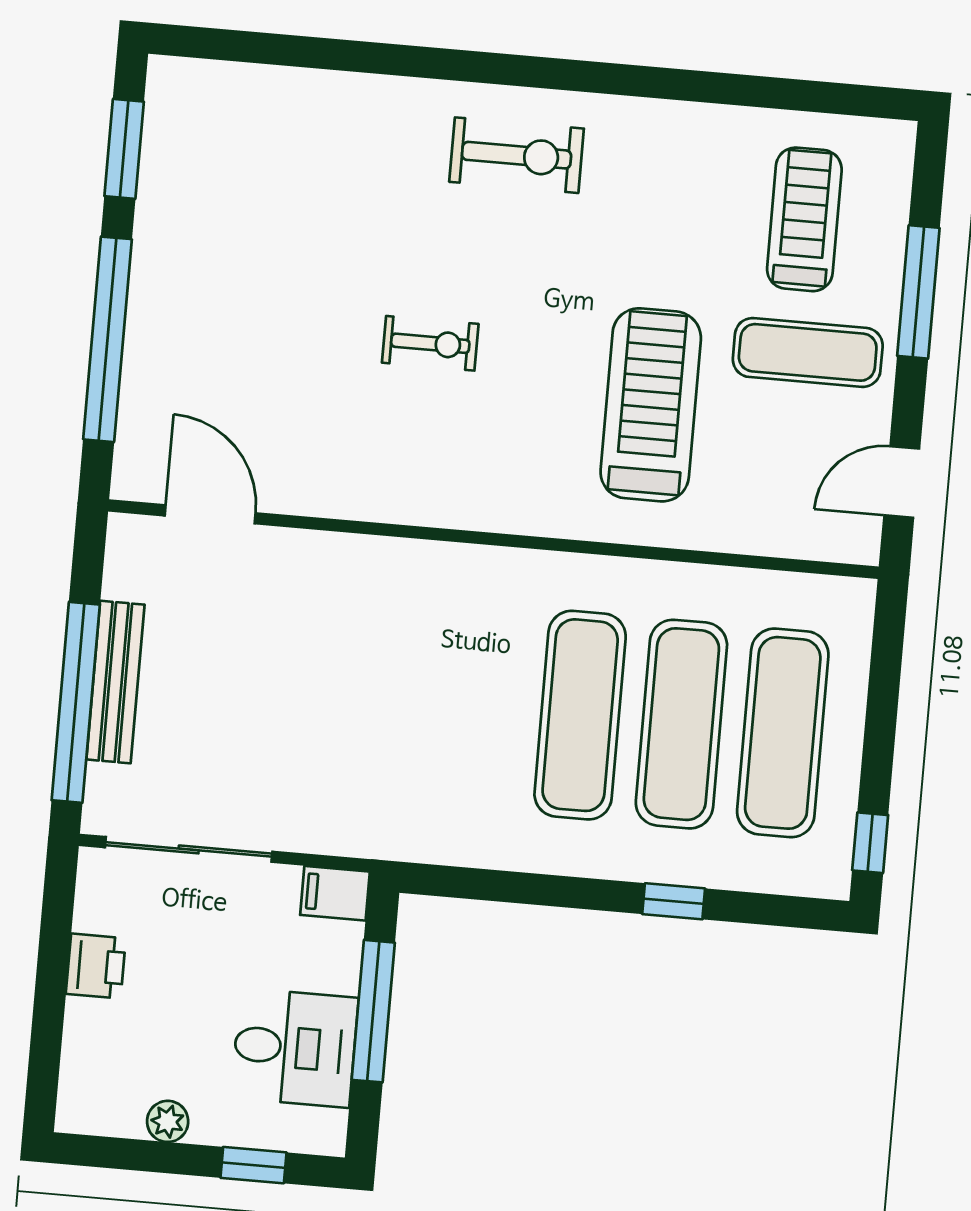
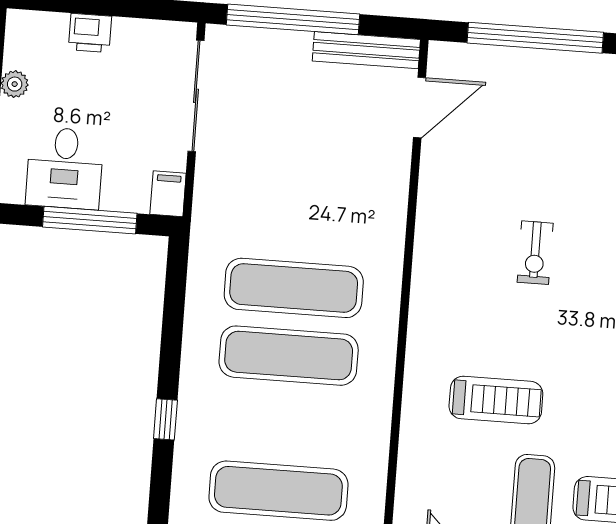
treadmill: (651, 405) -> (496, 400), width x0.73, depth x0.73
bench: (115, 682) -> (366, 50), moved
exercise mat: (681, 724) -> (294, 288), moved
printer: (96, 966) -> (90, 33), moved

